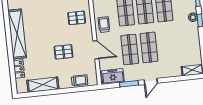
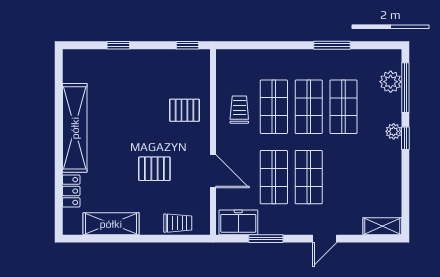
trolley: (104, 25) -> (239, 110), moved
door: (151, 81) -> (325, 239), moved

